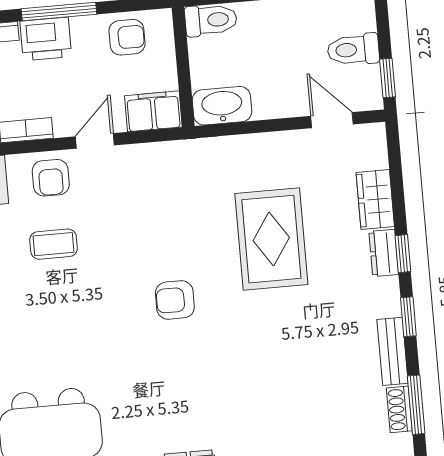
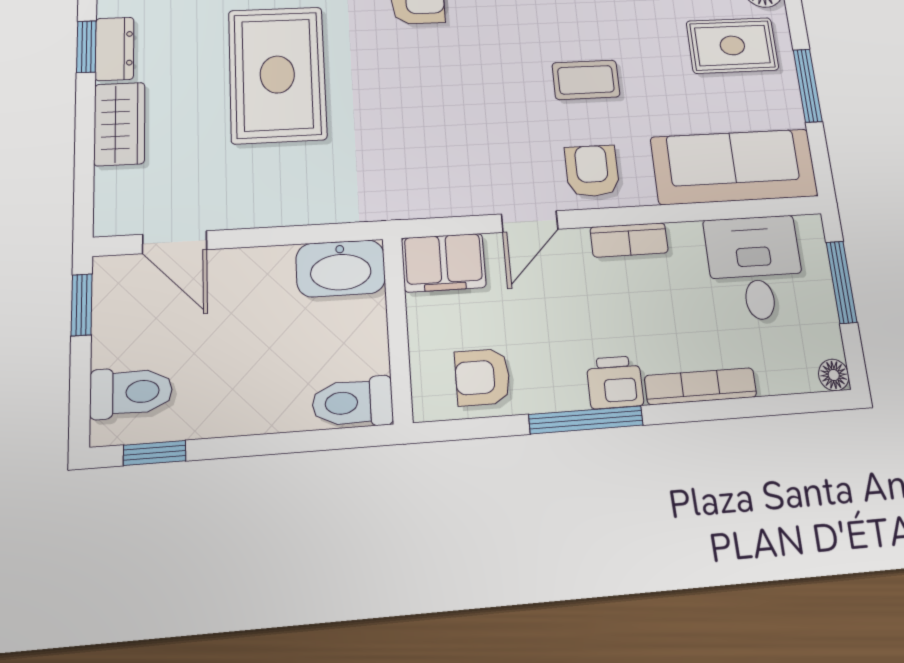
printer: (46, 39) -> (615, 382), width x0.73, depth x0.81
toilet: (353, 50) -> (131, 392), moved

